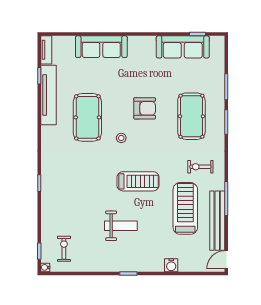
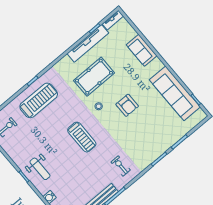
sofa: (101, 47) -> (142, 50), width x0.73
sofa: (183, 47) -> (175, 93), width x1.36, depth x1.27
pool table: (191, 116) -> (145, 136), removed
treadmill: (185, 208) -> (39, 100), moved
weight bench: (121, 226) -> (40, 169), moved

